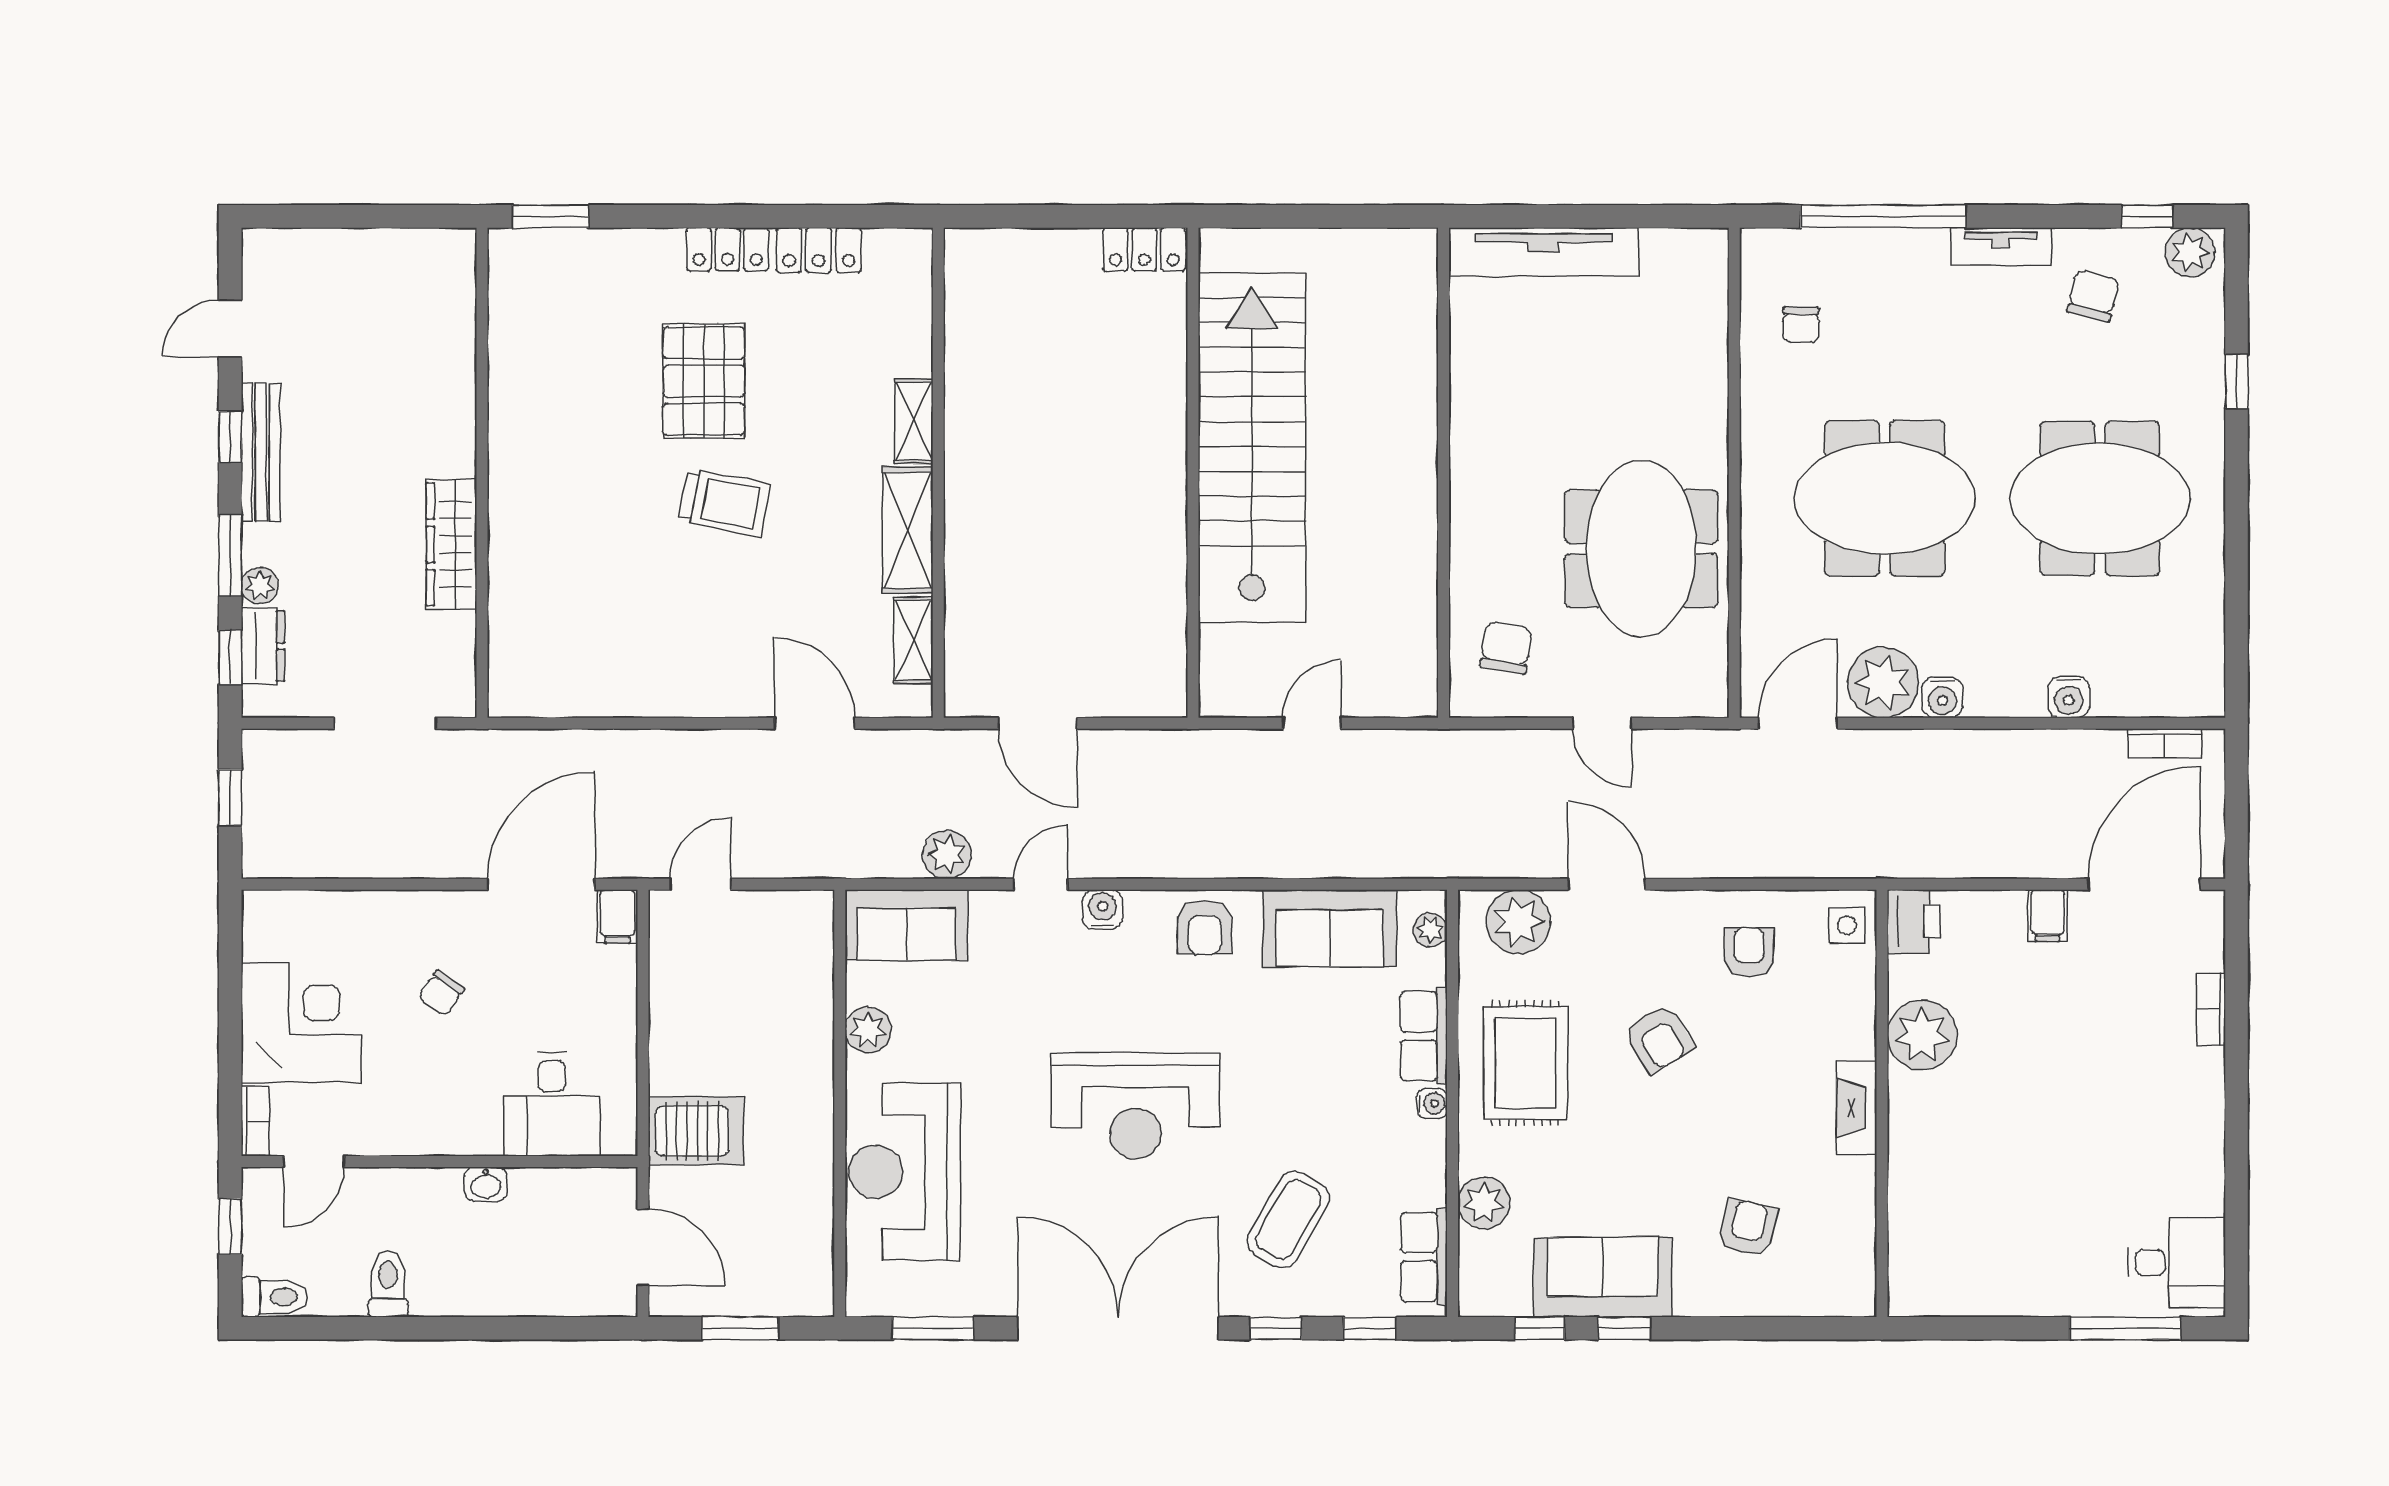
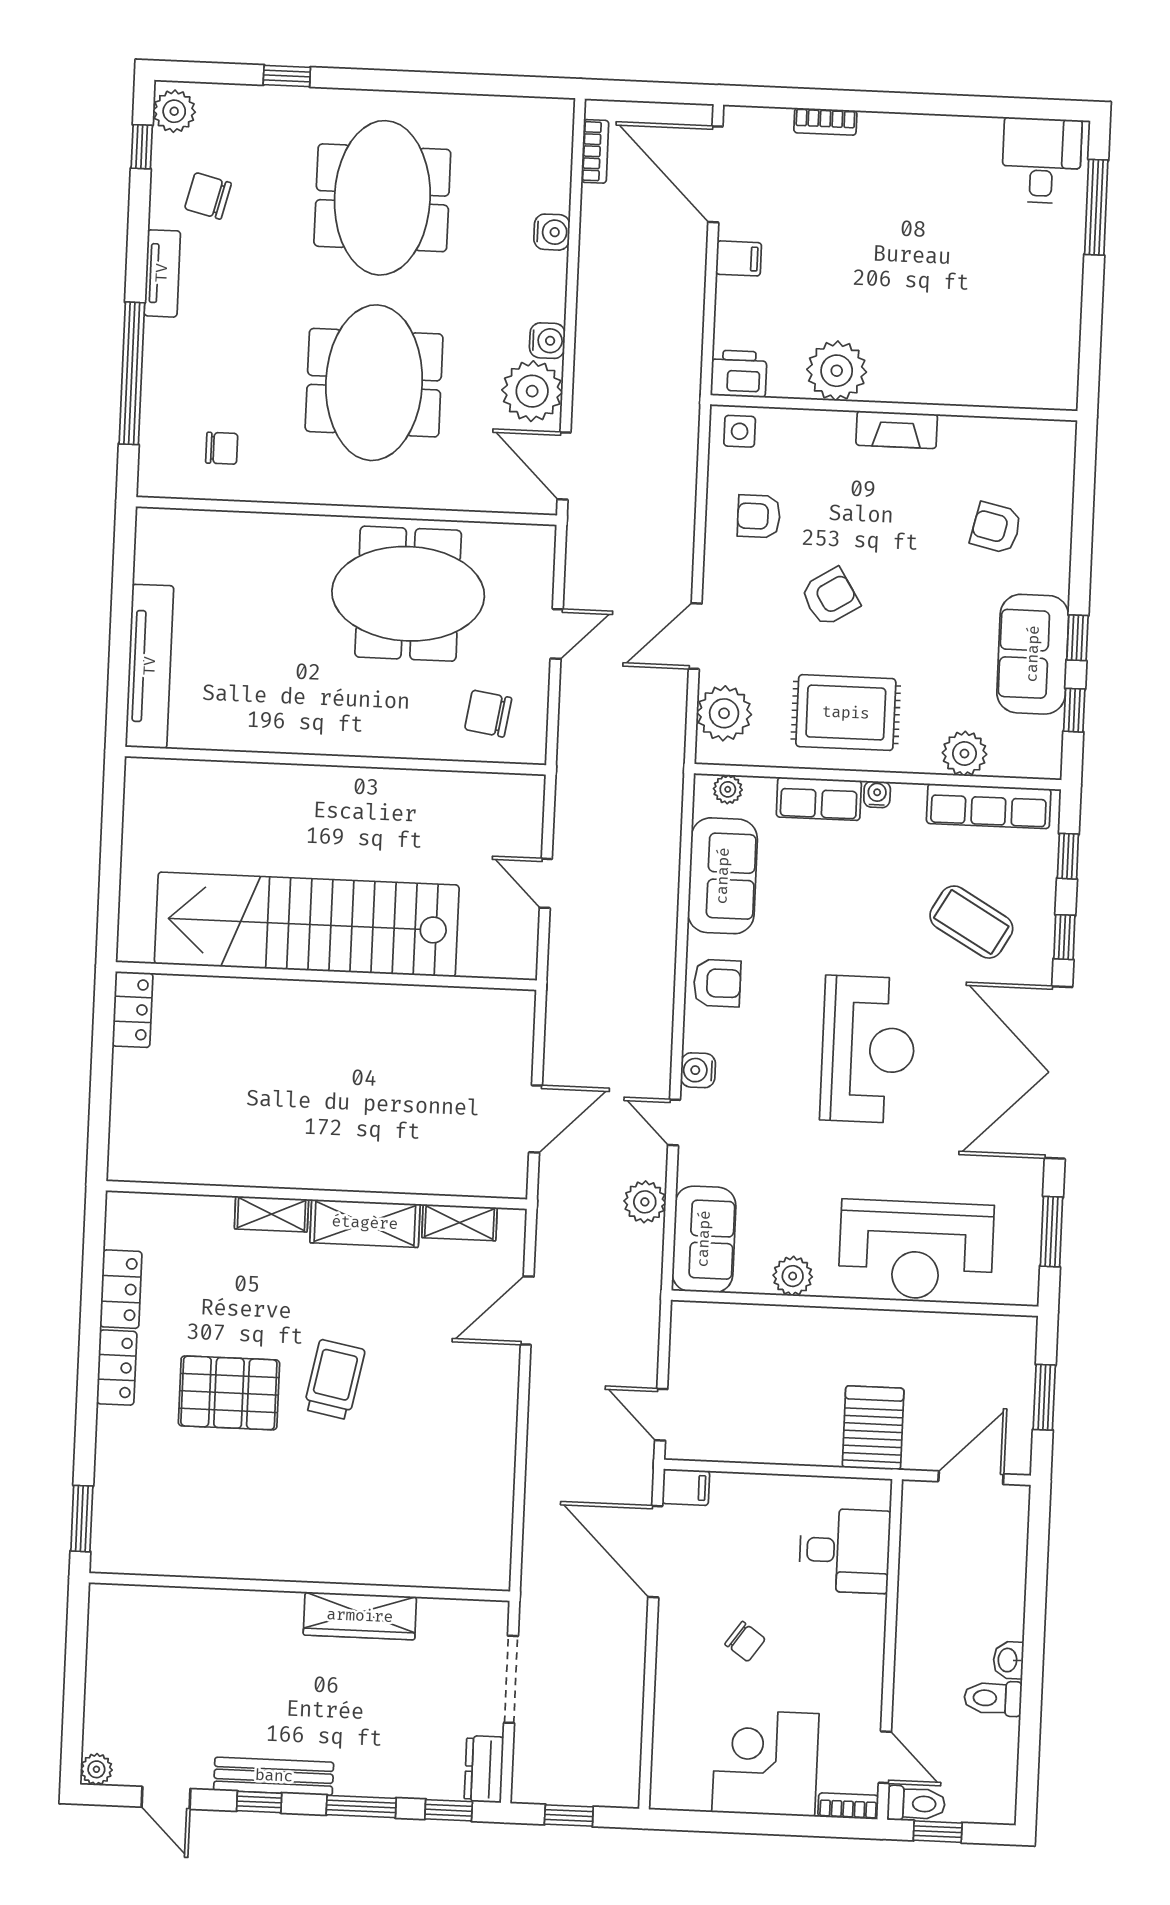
plant: (260, 586) -> (96, 1769), moved
dresser: (263, 646) -> (484, 1769), moved, turned -90
washbasin: (486, 1184) -> (1008, 1660), moved, turned 180
row of seats: (1424, 1257) -> (989, 806), width x1.48
toilet: (275, 1297) -> (916, 1804), moved, turned 90

